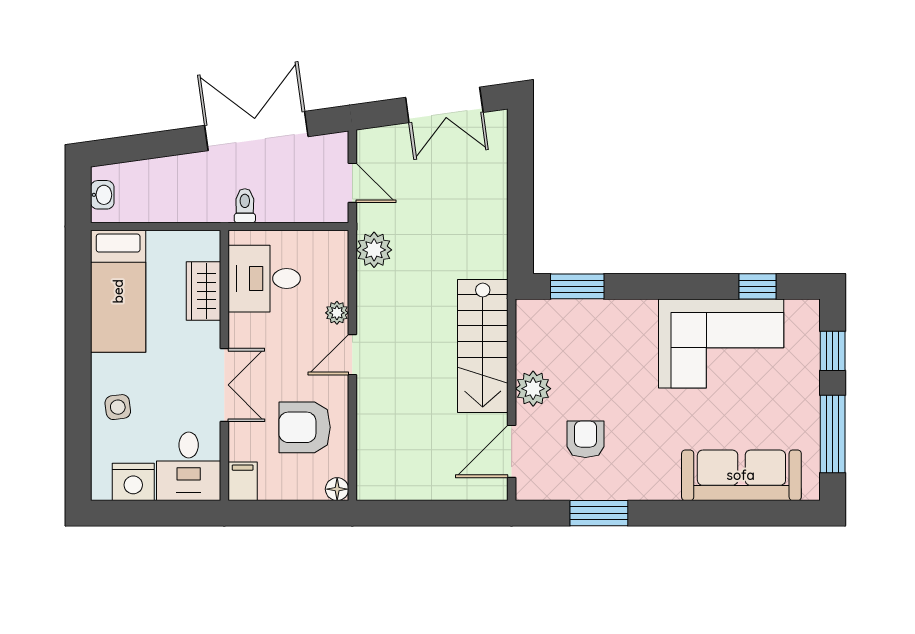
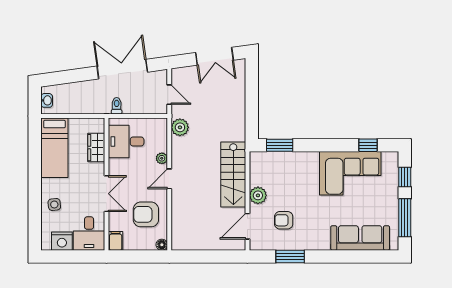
armchair: (585, 439) -> (284, 220), turned -90

